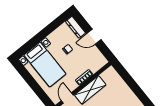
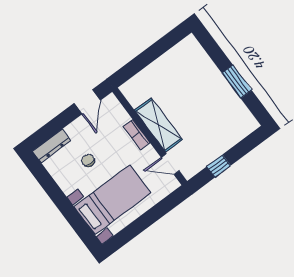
door: (94, 37) -> (87, 102), moved

